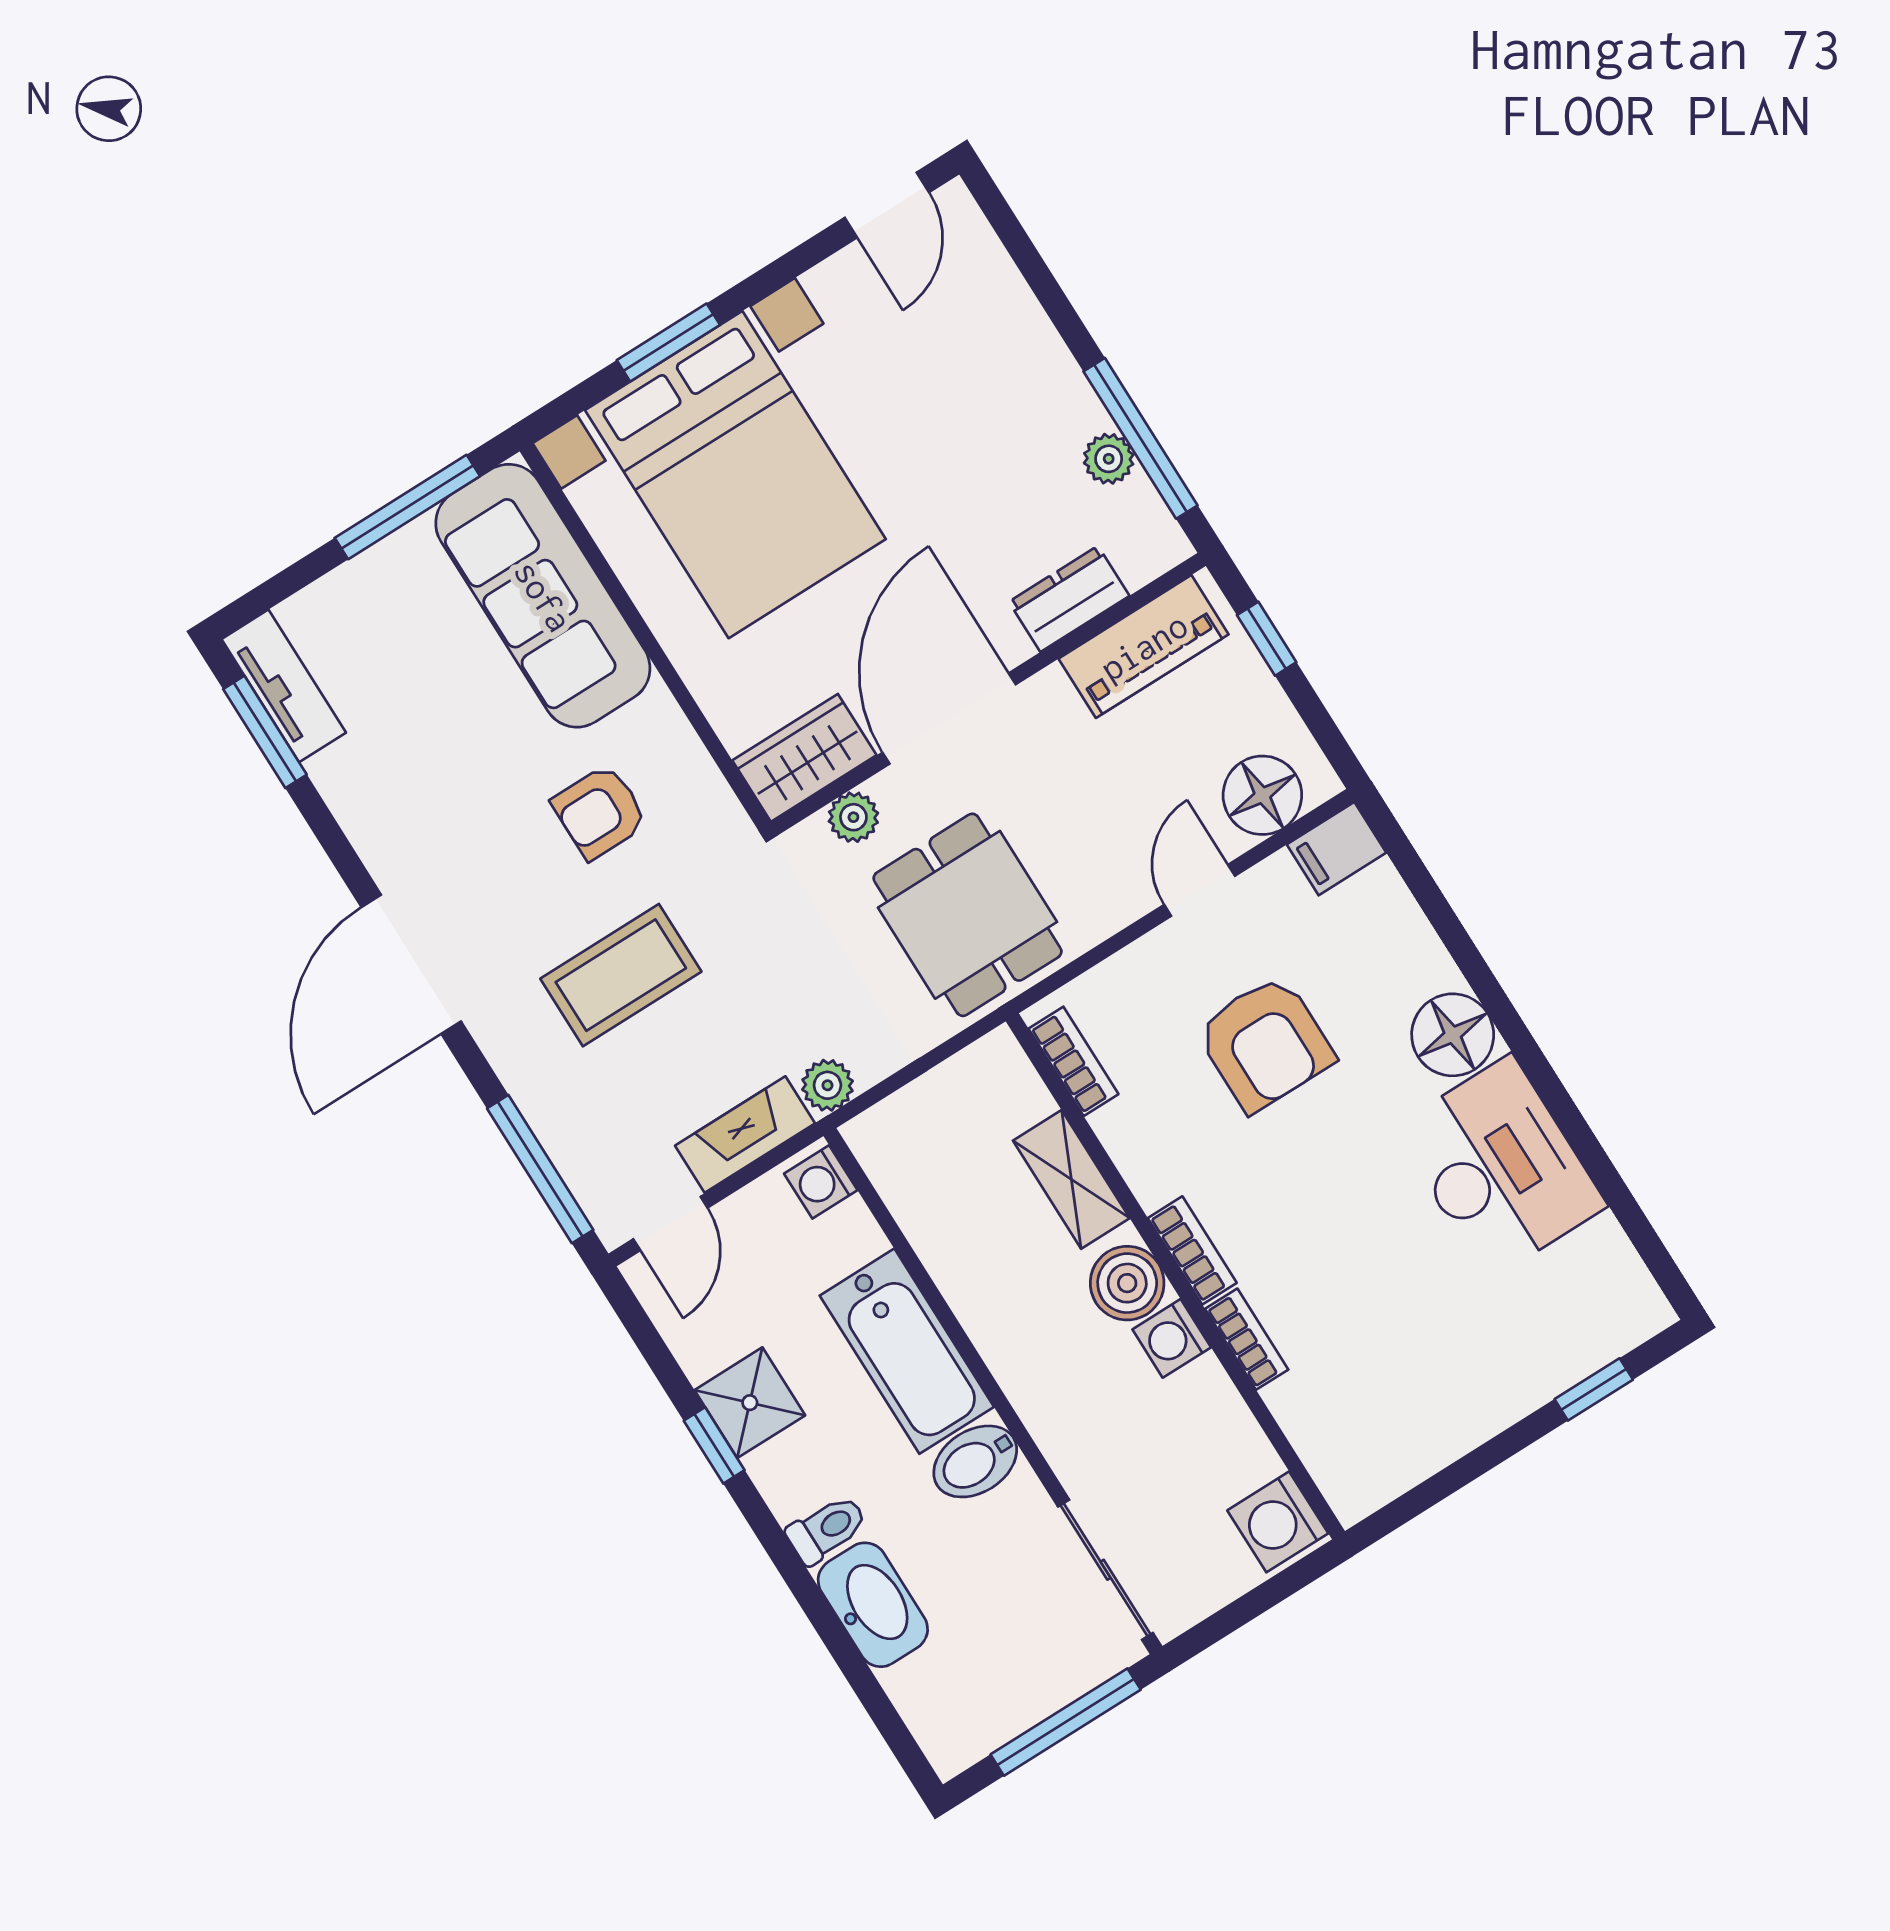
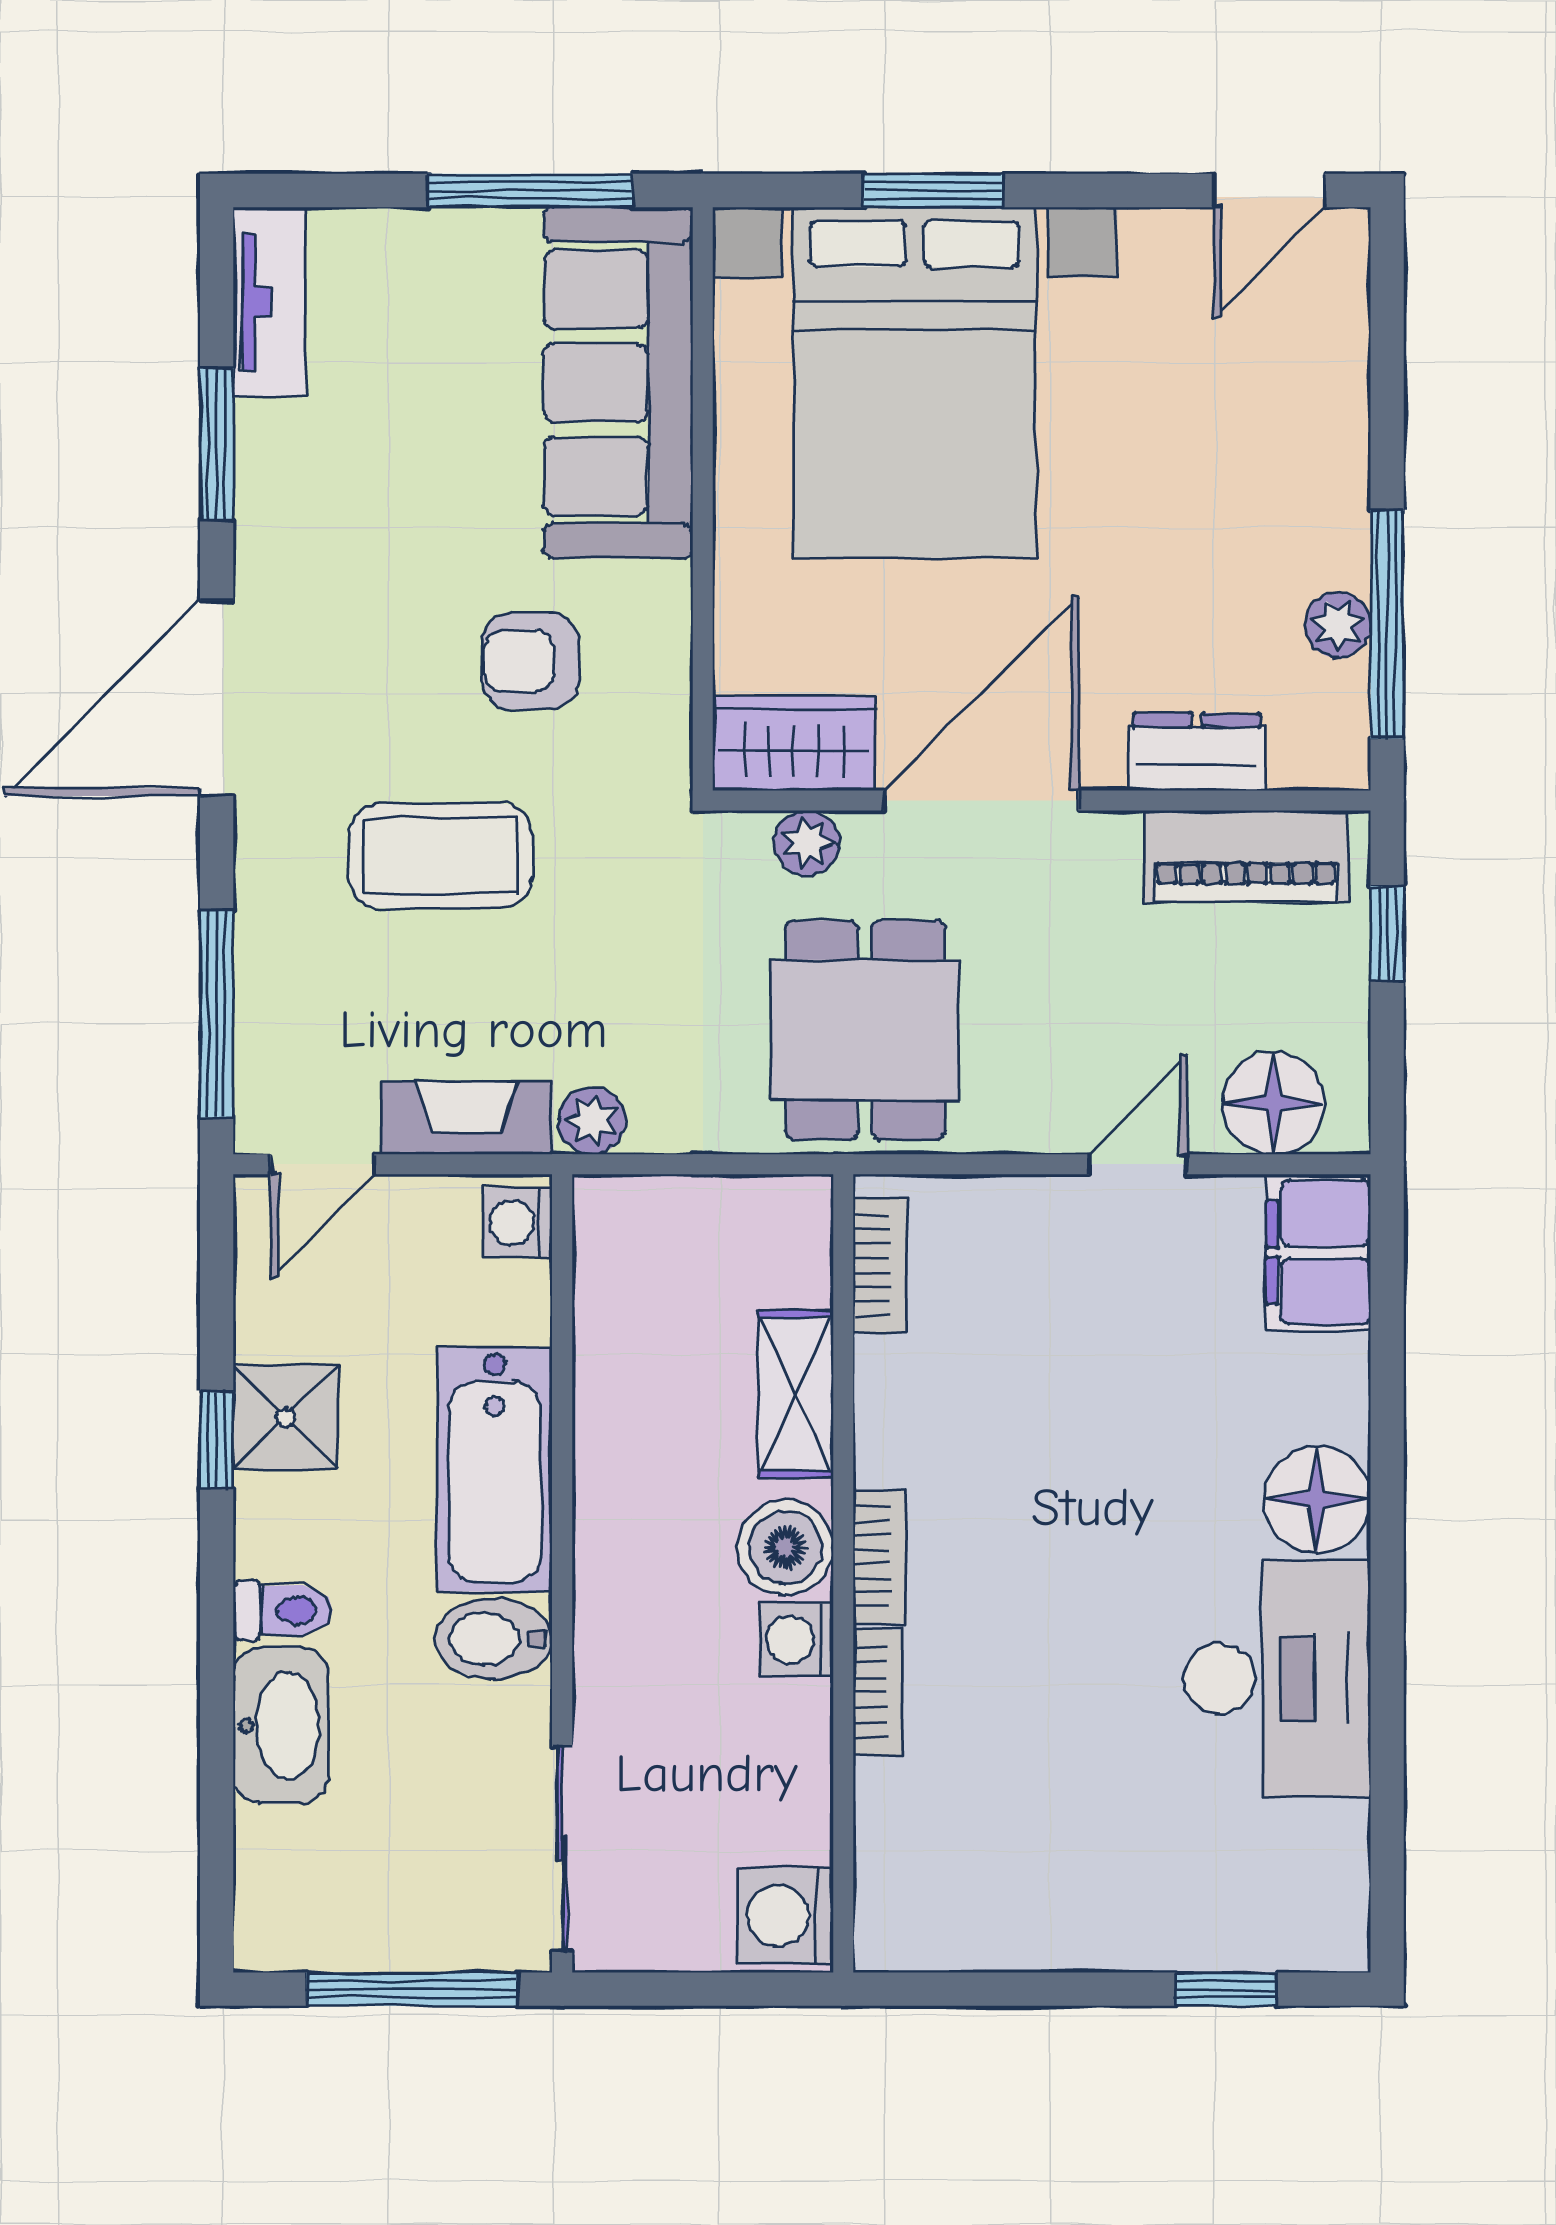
window: (265, 732) -> (217, 444), moved
filing cabinet: (1336, 849) -> (1318, 1253), width x2.00
armchair: (1265, 1043) -> (1104, 1379), removed

